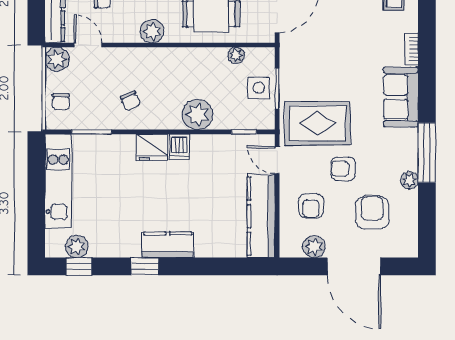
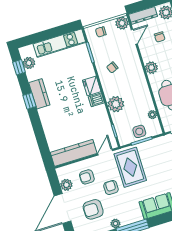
armchair: (372, 212) -> (93, 209), turned 180
kitchen counter: (168, 245) -> (39, 94), moved

